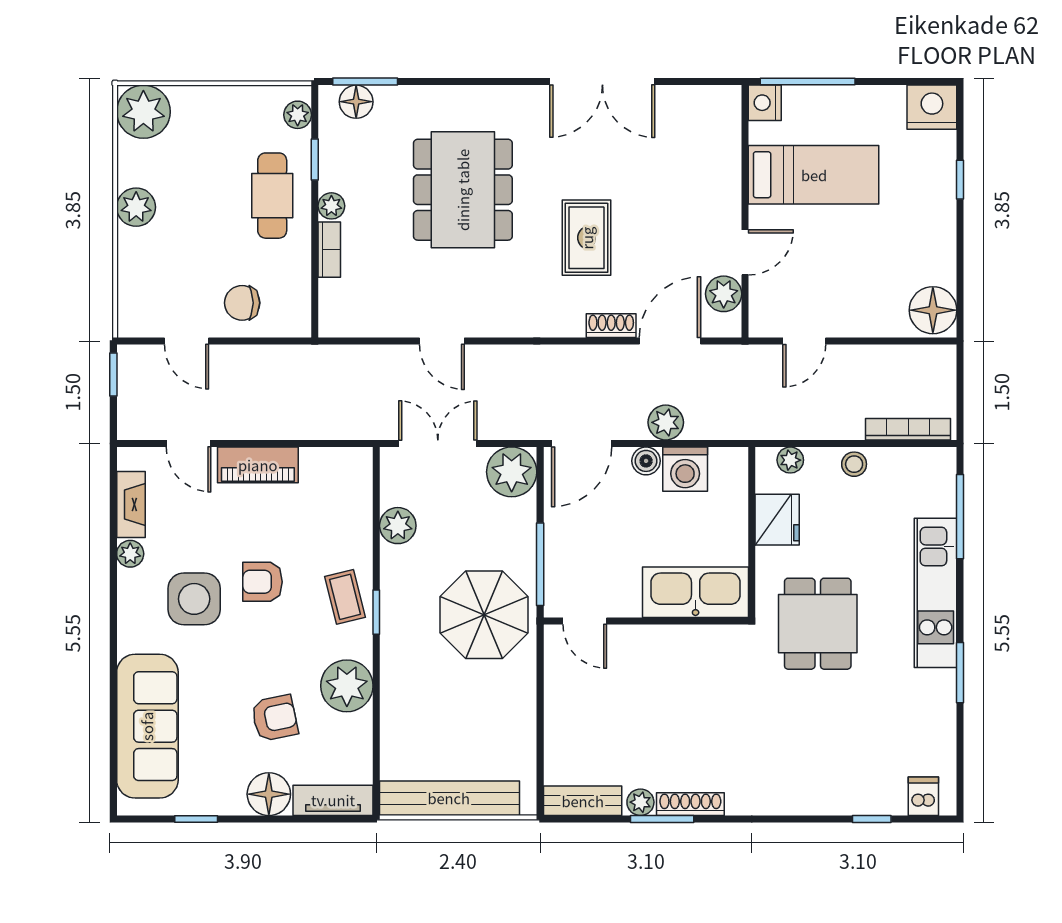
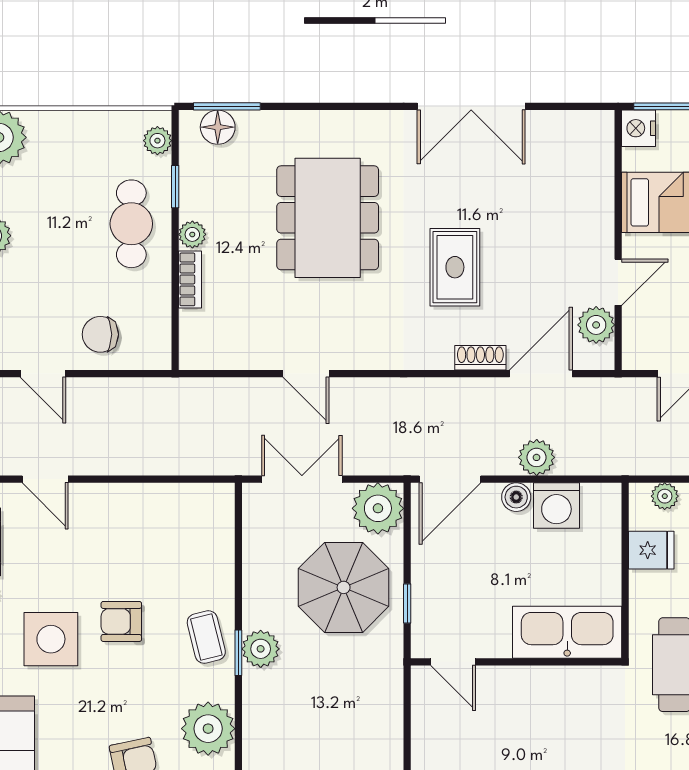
piano: (258, 465) -> (116, 501), removed
fridge: (777, 520) -> (651, 550), width x0.72
plant: (398, 526) -> (261, 649), moved
window: (540, 564) -> (407, 604), width x0.46
parasol: (484, 615) -> (344, 587), moved

